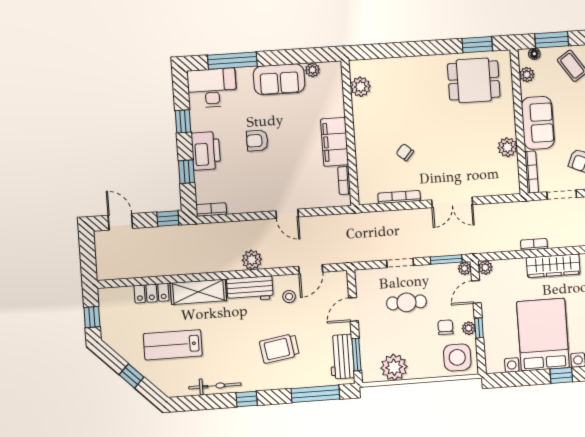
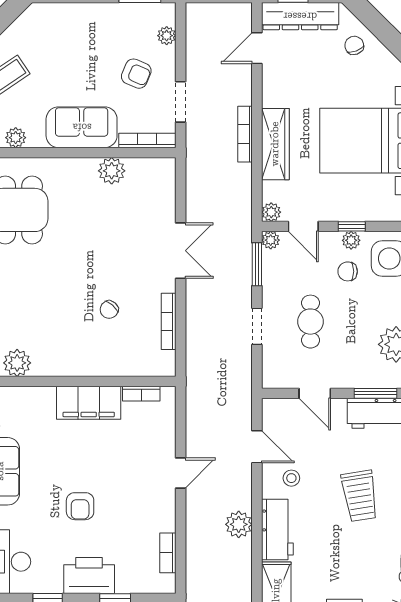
bookcase: (211, 210) -> (168, 553), moved
bookcase: (534, 244) -> (245, 134), width x1.56
wardrobe: (553, 266) -> (275, 144), moved

